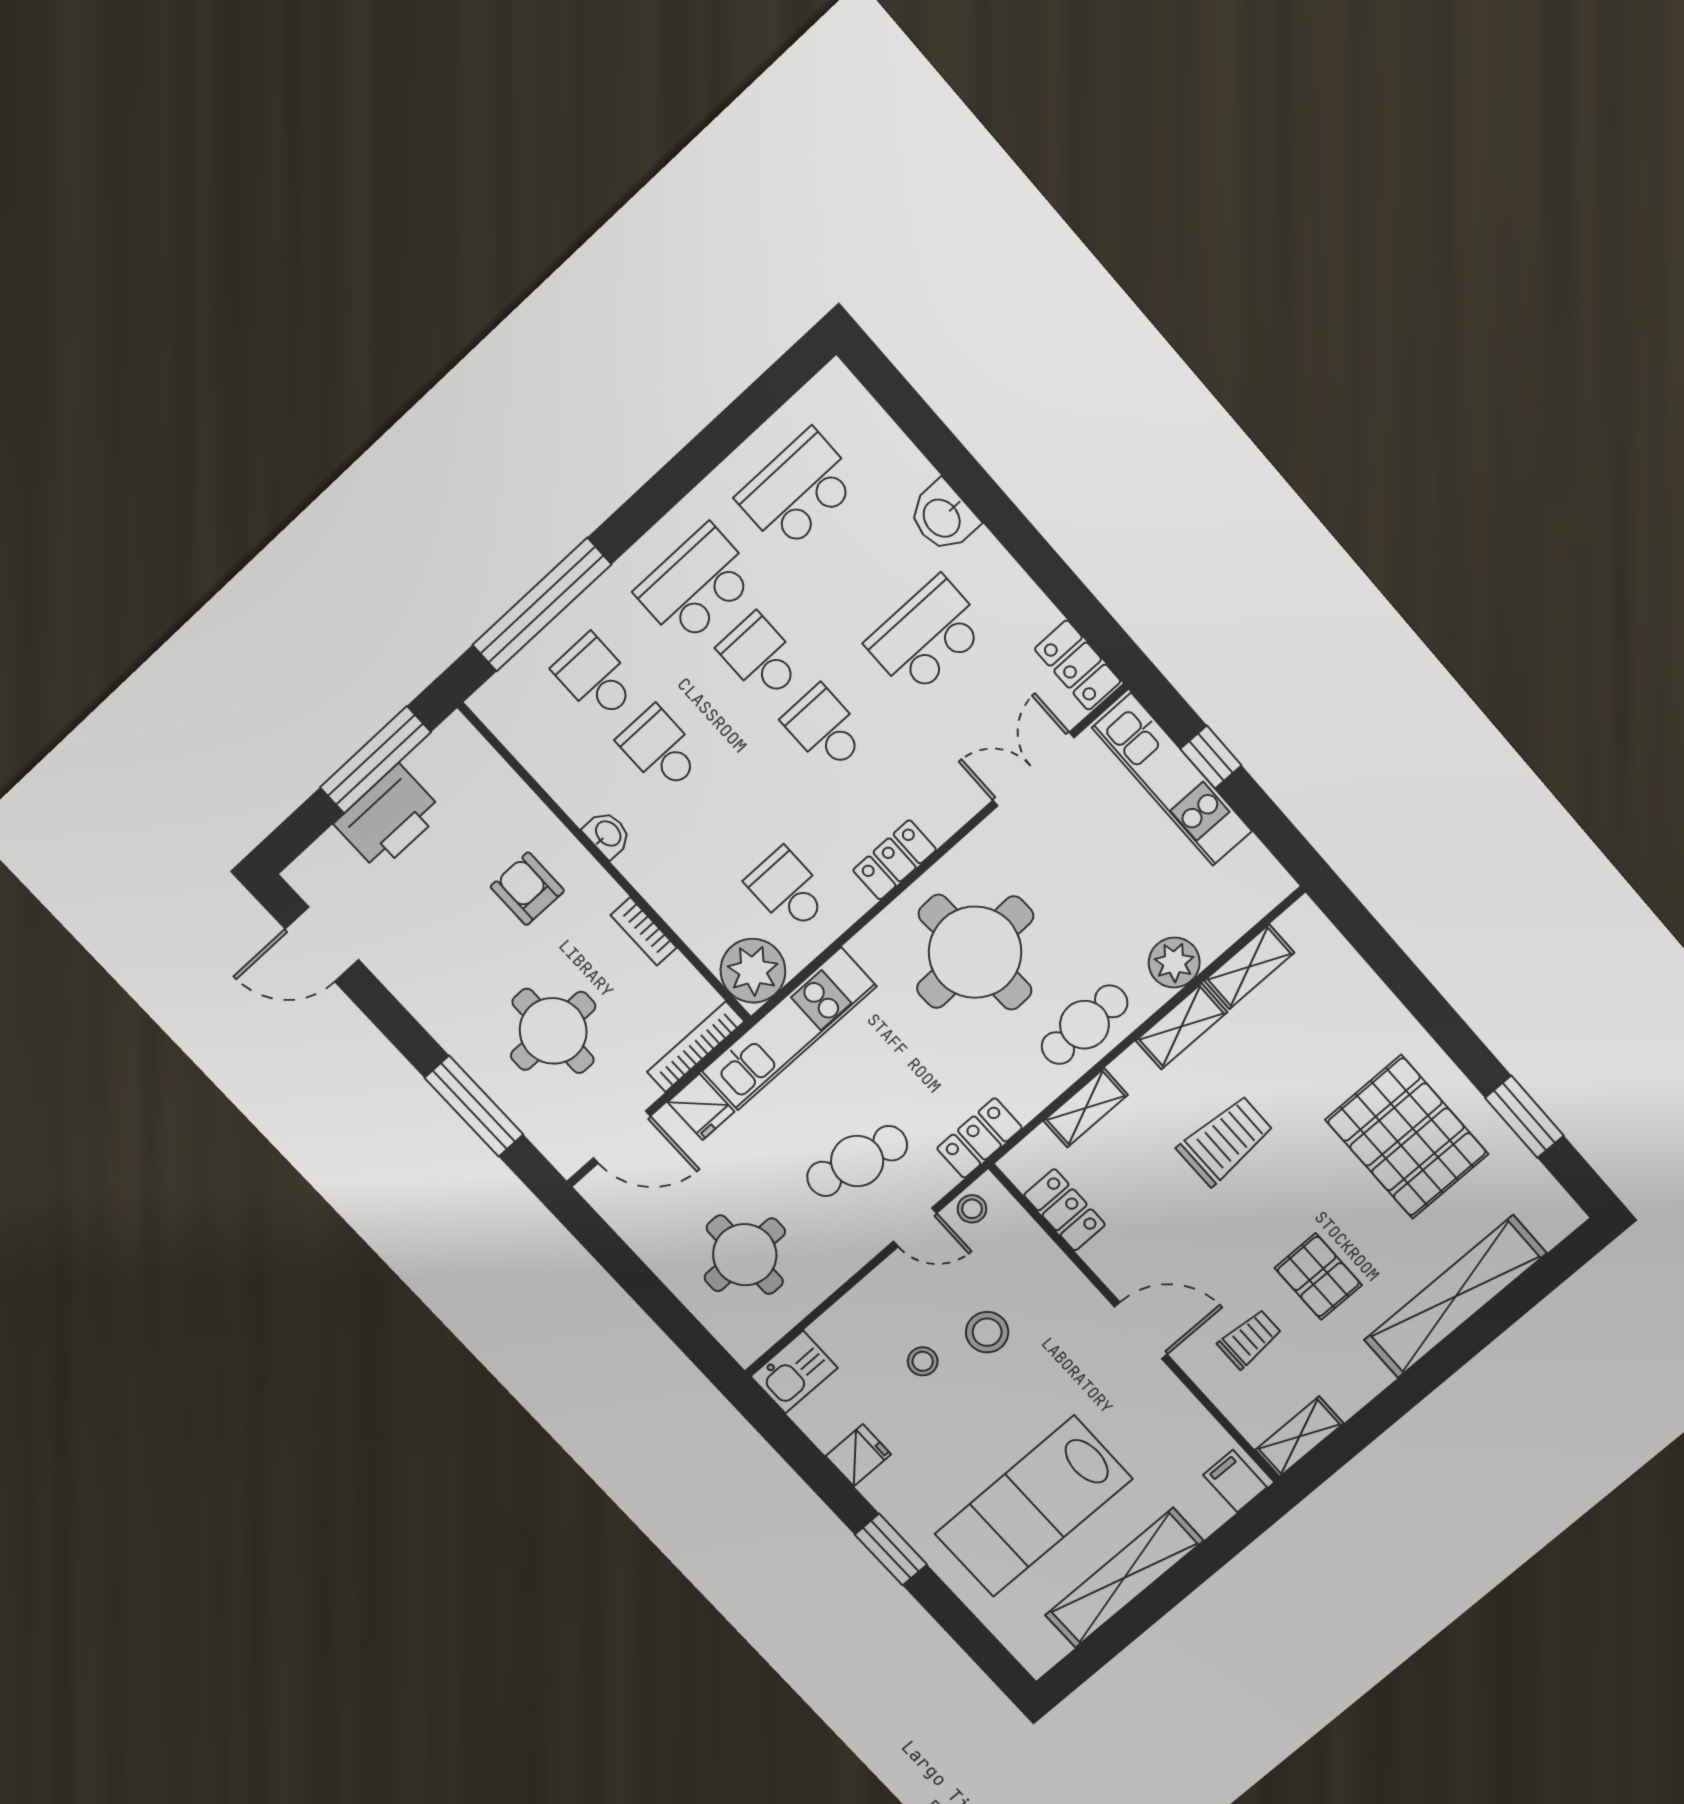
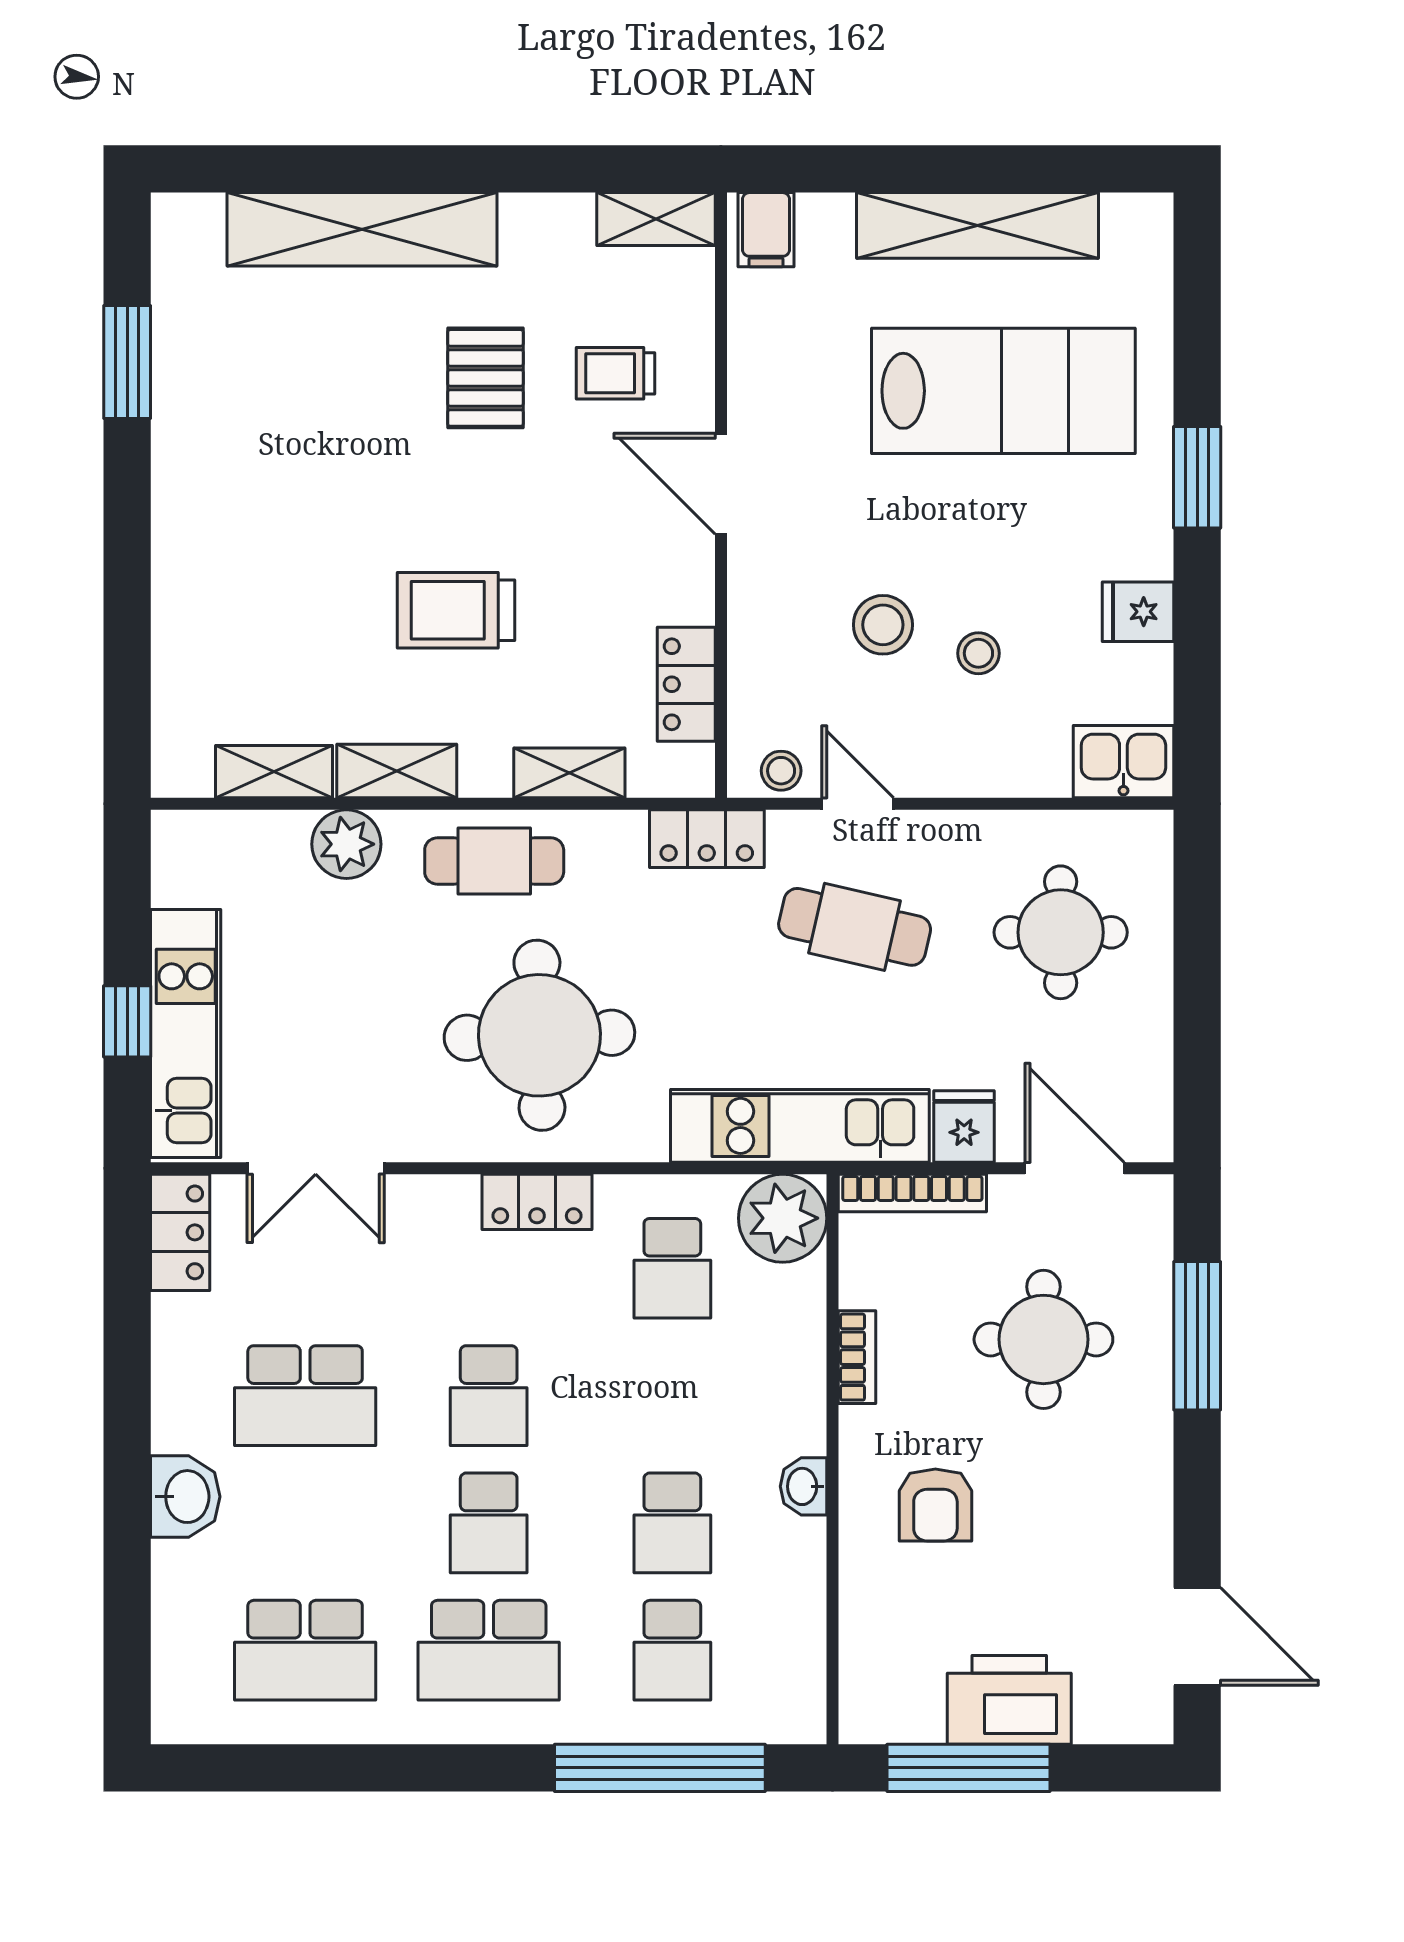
pallet: (1407, 1137) -> (266, 448), removed

